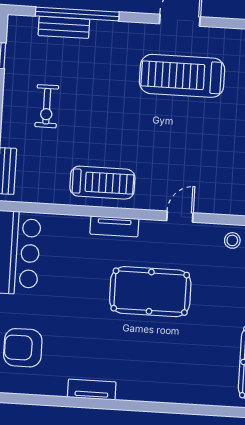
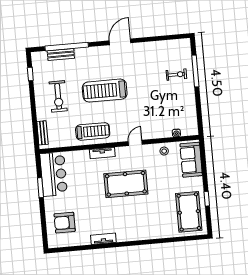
treadmill: (182, 76) -> (105, 91), moved
exercise bike: (47, 106) -> (58, 96), width x1.38, depth x1.39

